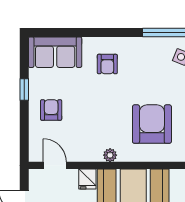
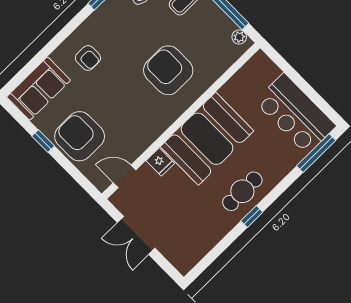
armchair: (51, 110) -> (80, 136), width x1.88, depth x1.88
plant: (110, 155) -> (160, 126), removed

